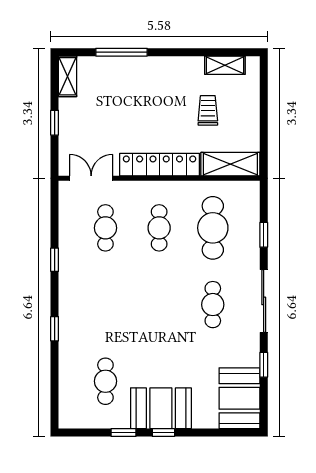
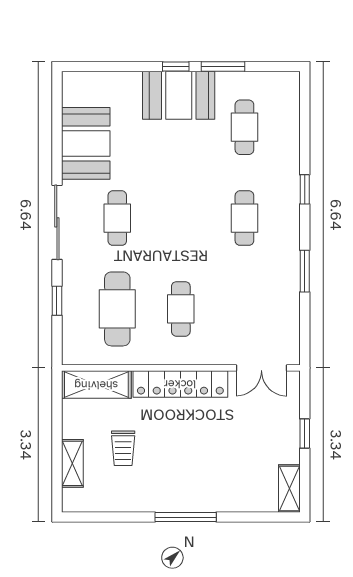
window: (121, 52) -> (186, 517), moved
shelving: (225, 65) -> (72, 463), moved, turned 90
cafe table: (105, 228) -> (244, 218), moved
window: (55, 260) -> (305, 271), width x1.50
window: (264, 365) -> (57, 147), removed
booth: (239, 398) -> (86, 143), moved
window: (124, 432) -> (223, 66), width x1.50

